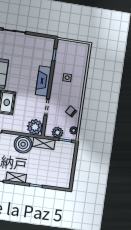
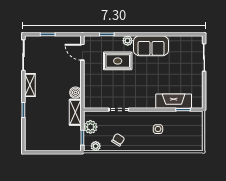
fireplace: (43, 81) -> (174, 101), moved
plant: (35, 127) -> (93, 99), removed
boiler: (23, 144) -> (75, 93), width x0.54, depth x0.54

